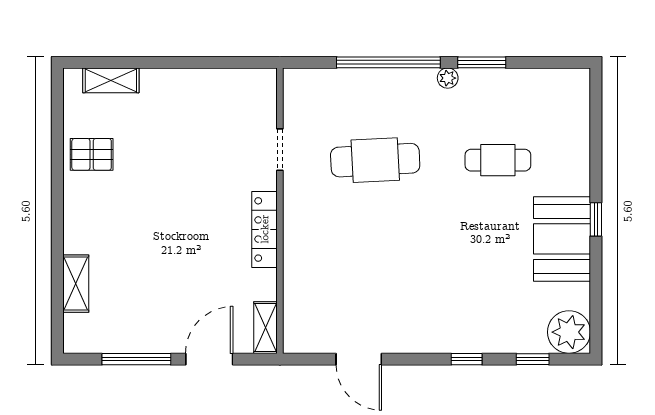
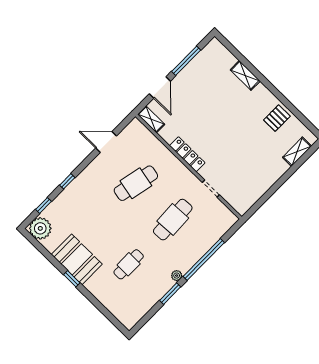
cafe table: (375, 261) -> (136, 183), added
shelving: (76, 284) -> (245, 75), moved

